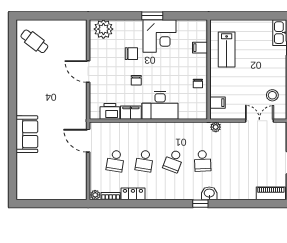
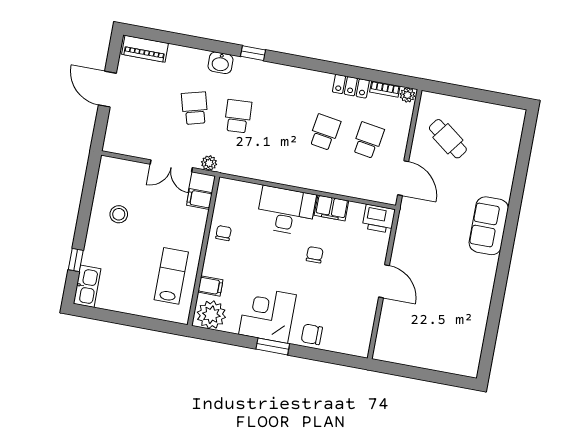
plant: (103, 29) -> (211, 315), moved
cafe table: (34, 41) -> (448, 139), moved
chair: (131, 54) -> (312, 334), moved
stool: (272, 95) -> (119, 214), moved
printer: (110, 111) -> (379, 219), moved
double door: (259, 121) -> (171, 166), moved
sofa: (27, 134) -> (489, 226), moved
school desk: (173, 161) -> (195, 108), moved, turned -36
washbasin: (209, 193) -> (220, 63), moved

